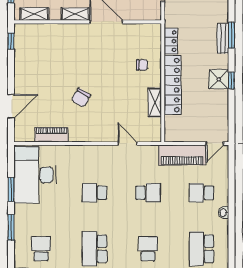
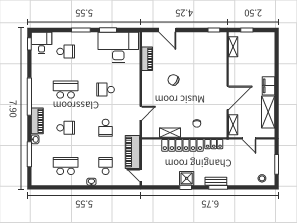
shelving: (75, 14) -> (233, 125), moved
school desk: (95, 193) -> (106, 90), turned -90

